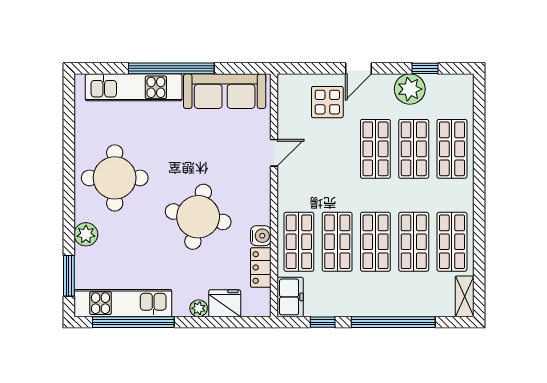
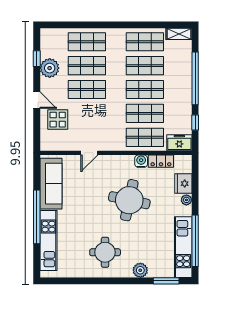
door: (274, 153) -> (89, 153), swing flipped
round table: (115, 178) -> (105, 252), width x0.73, depth x0.73

